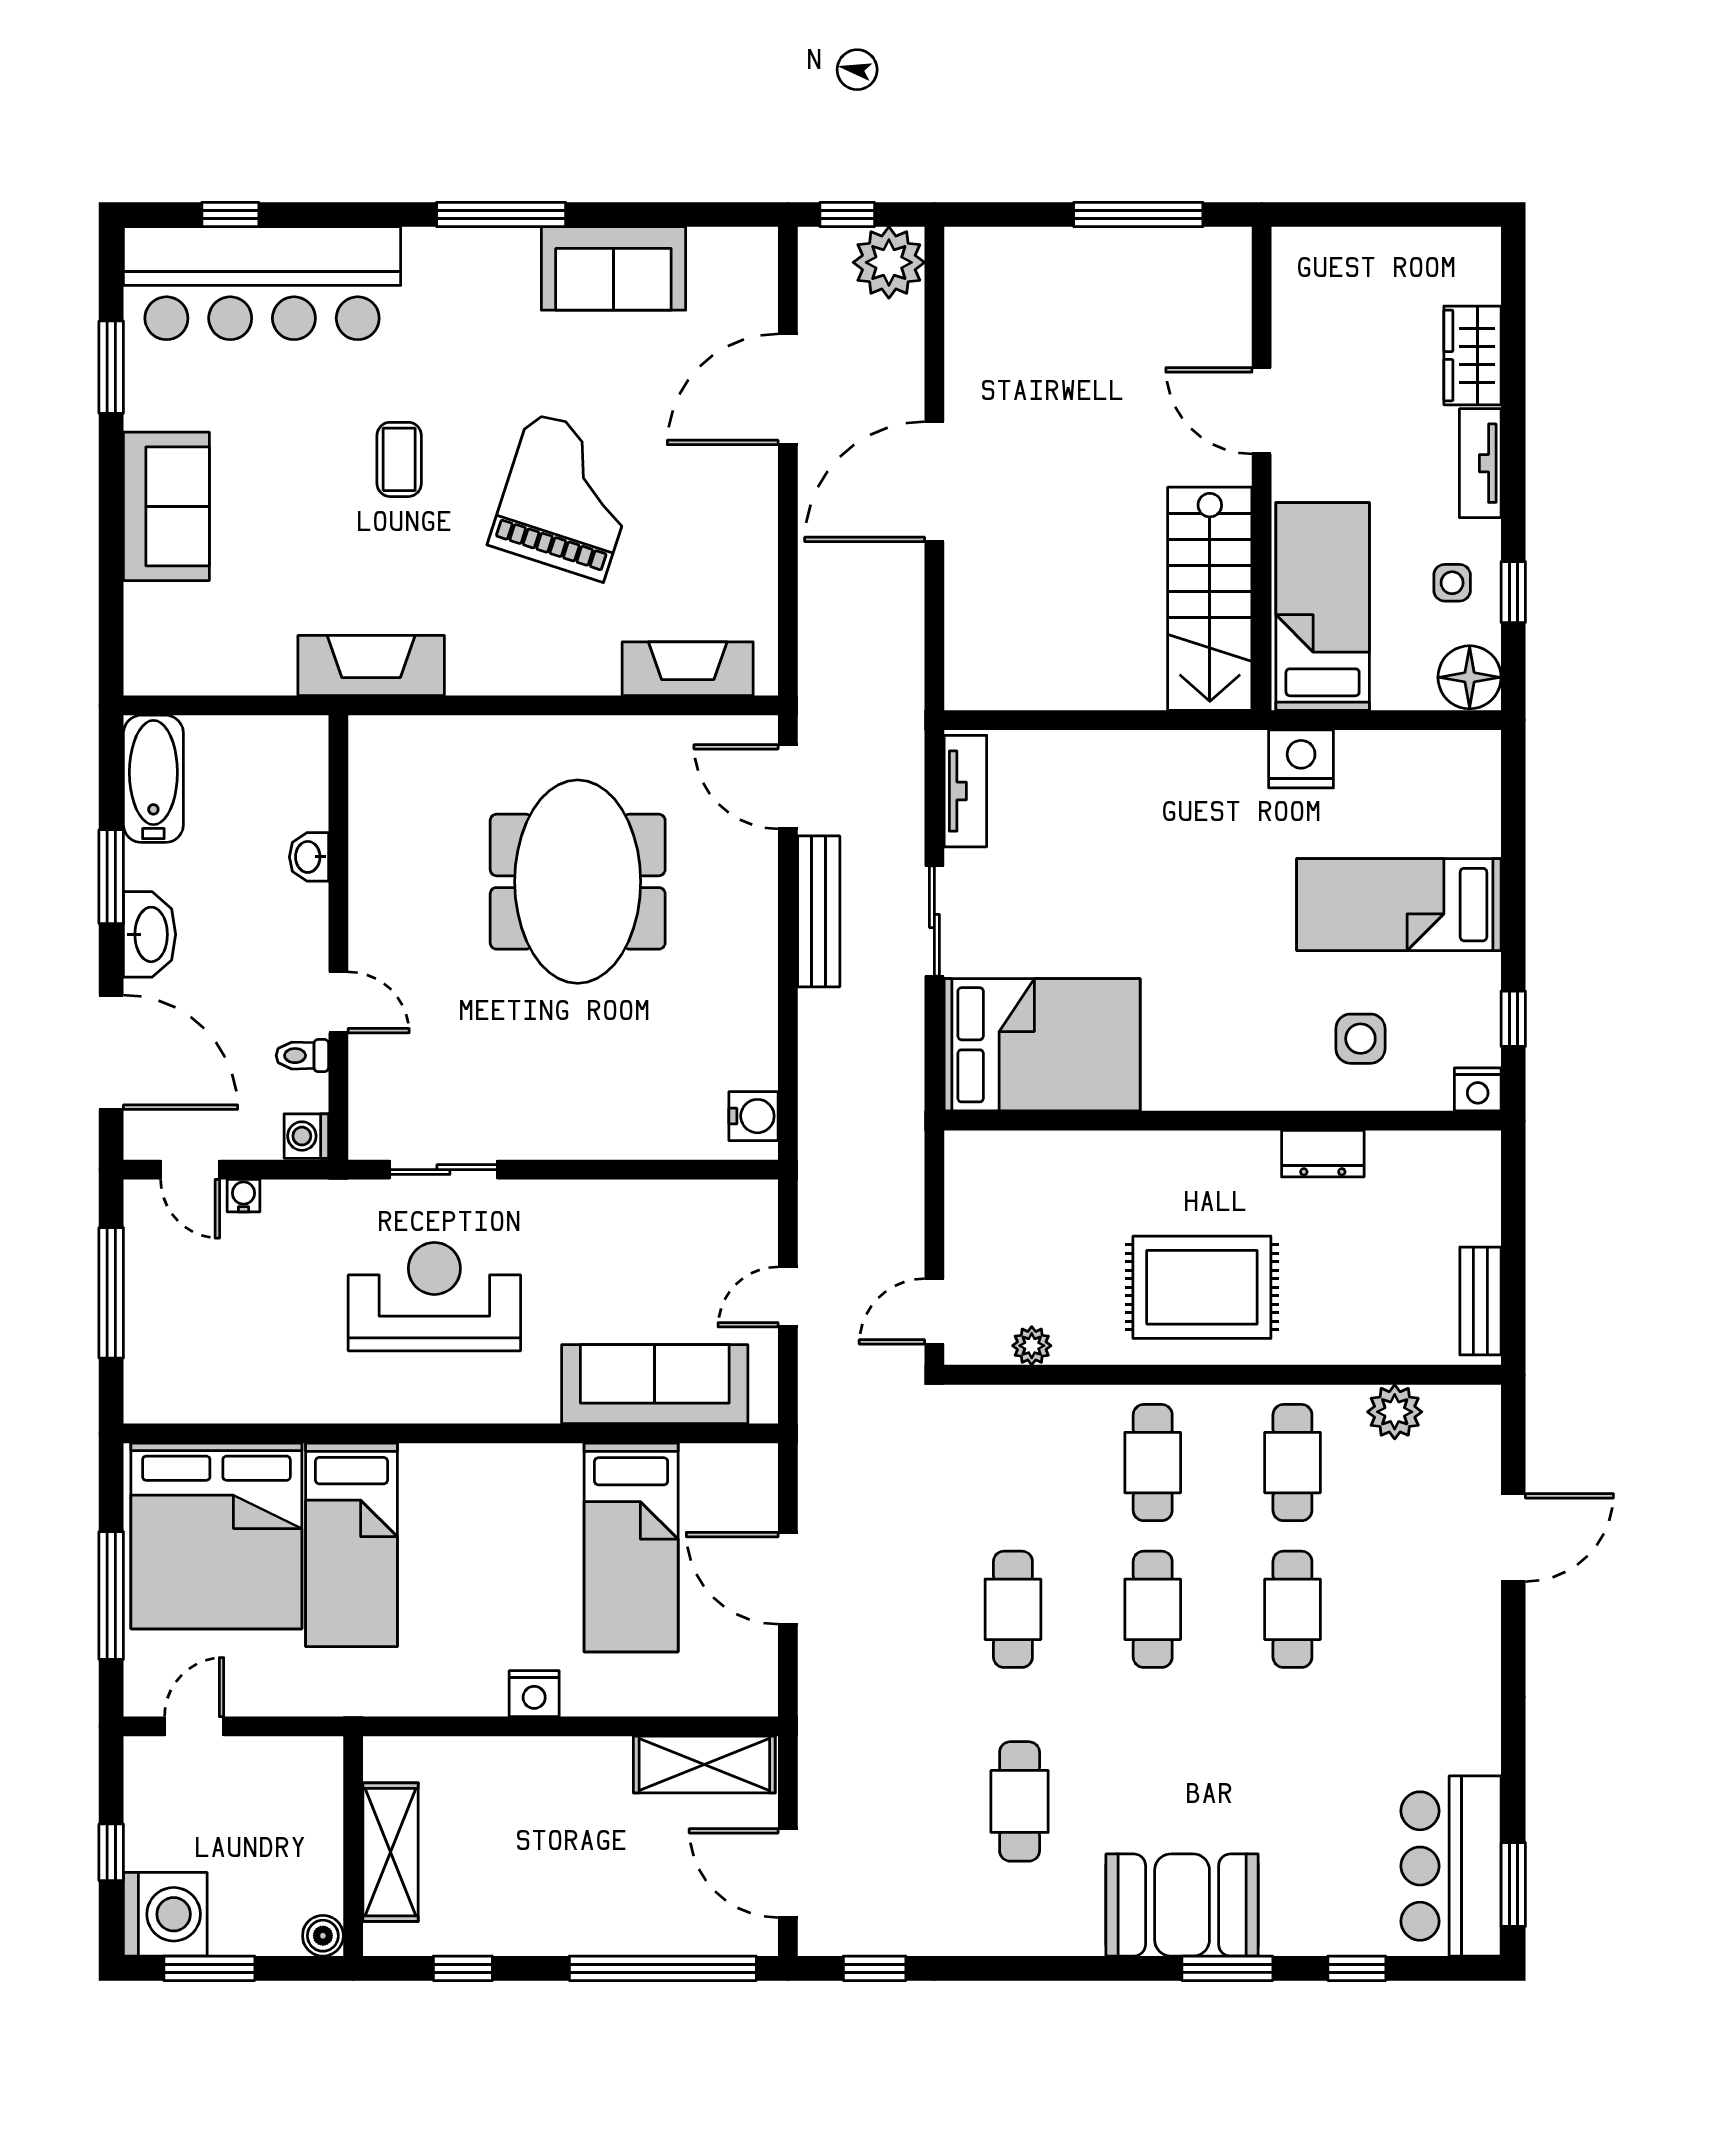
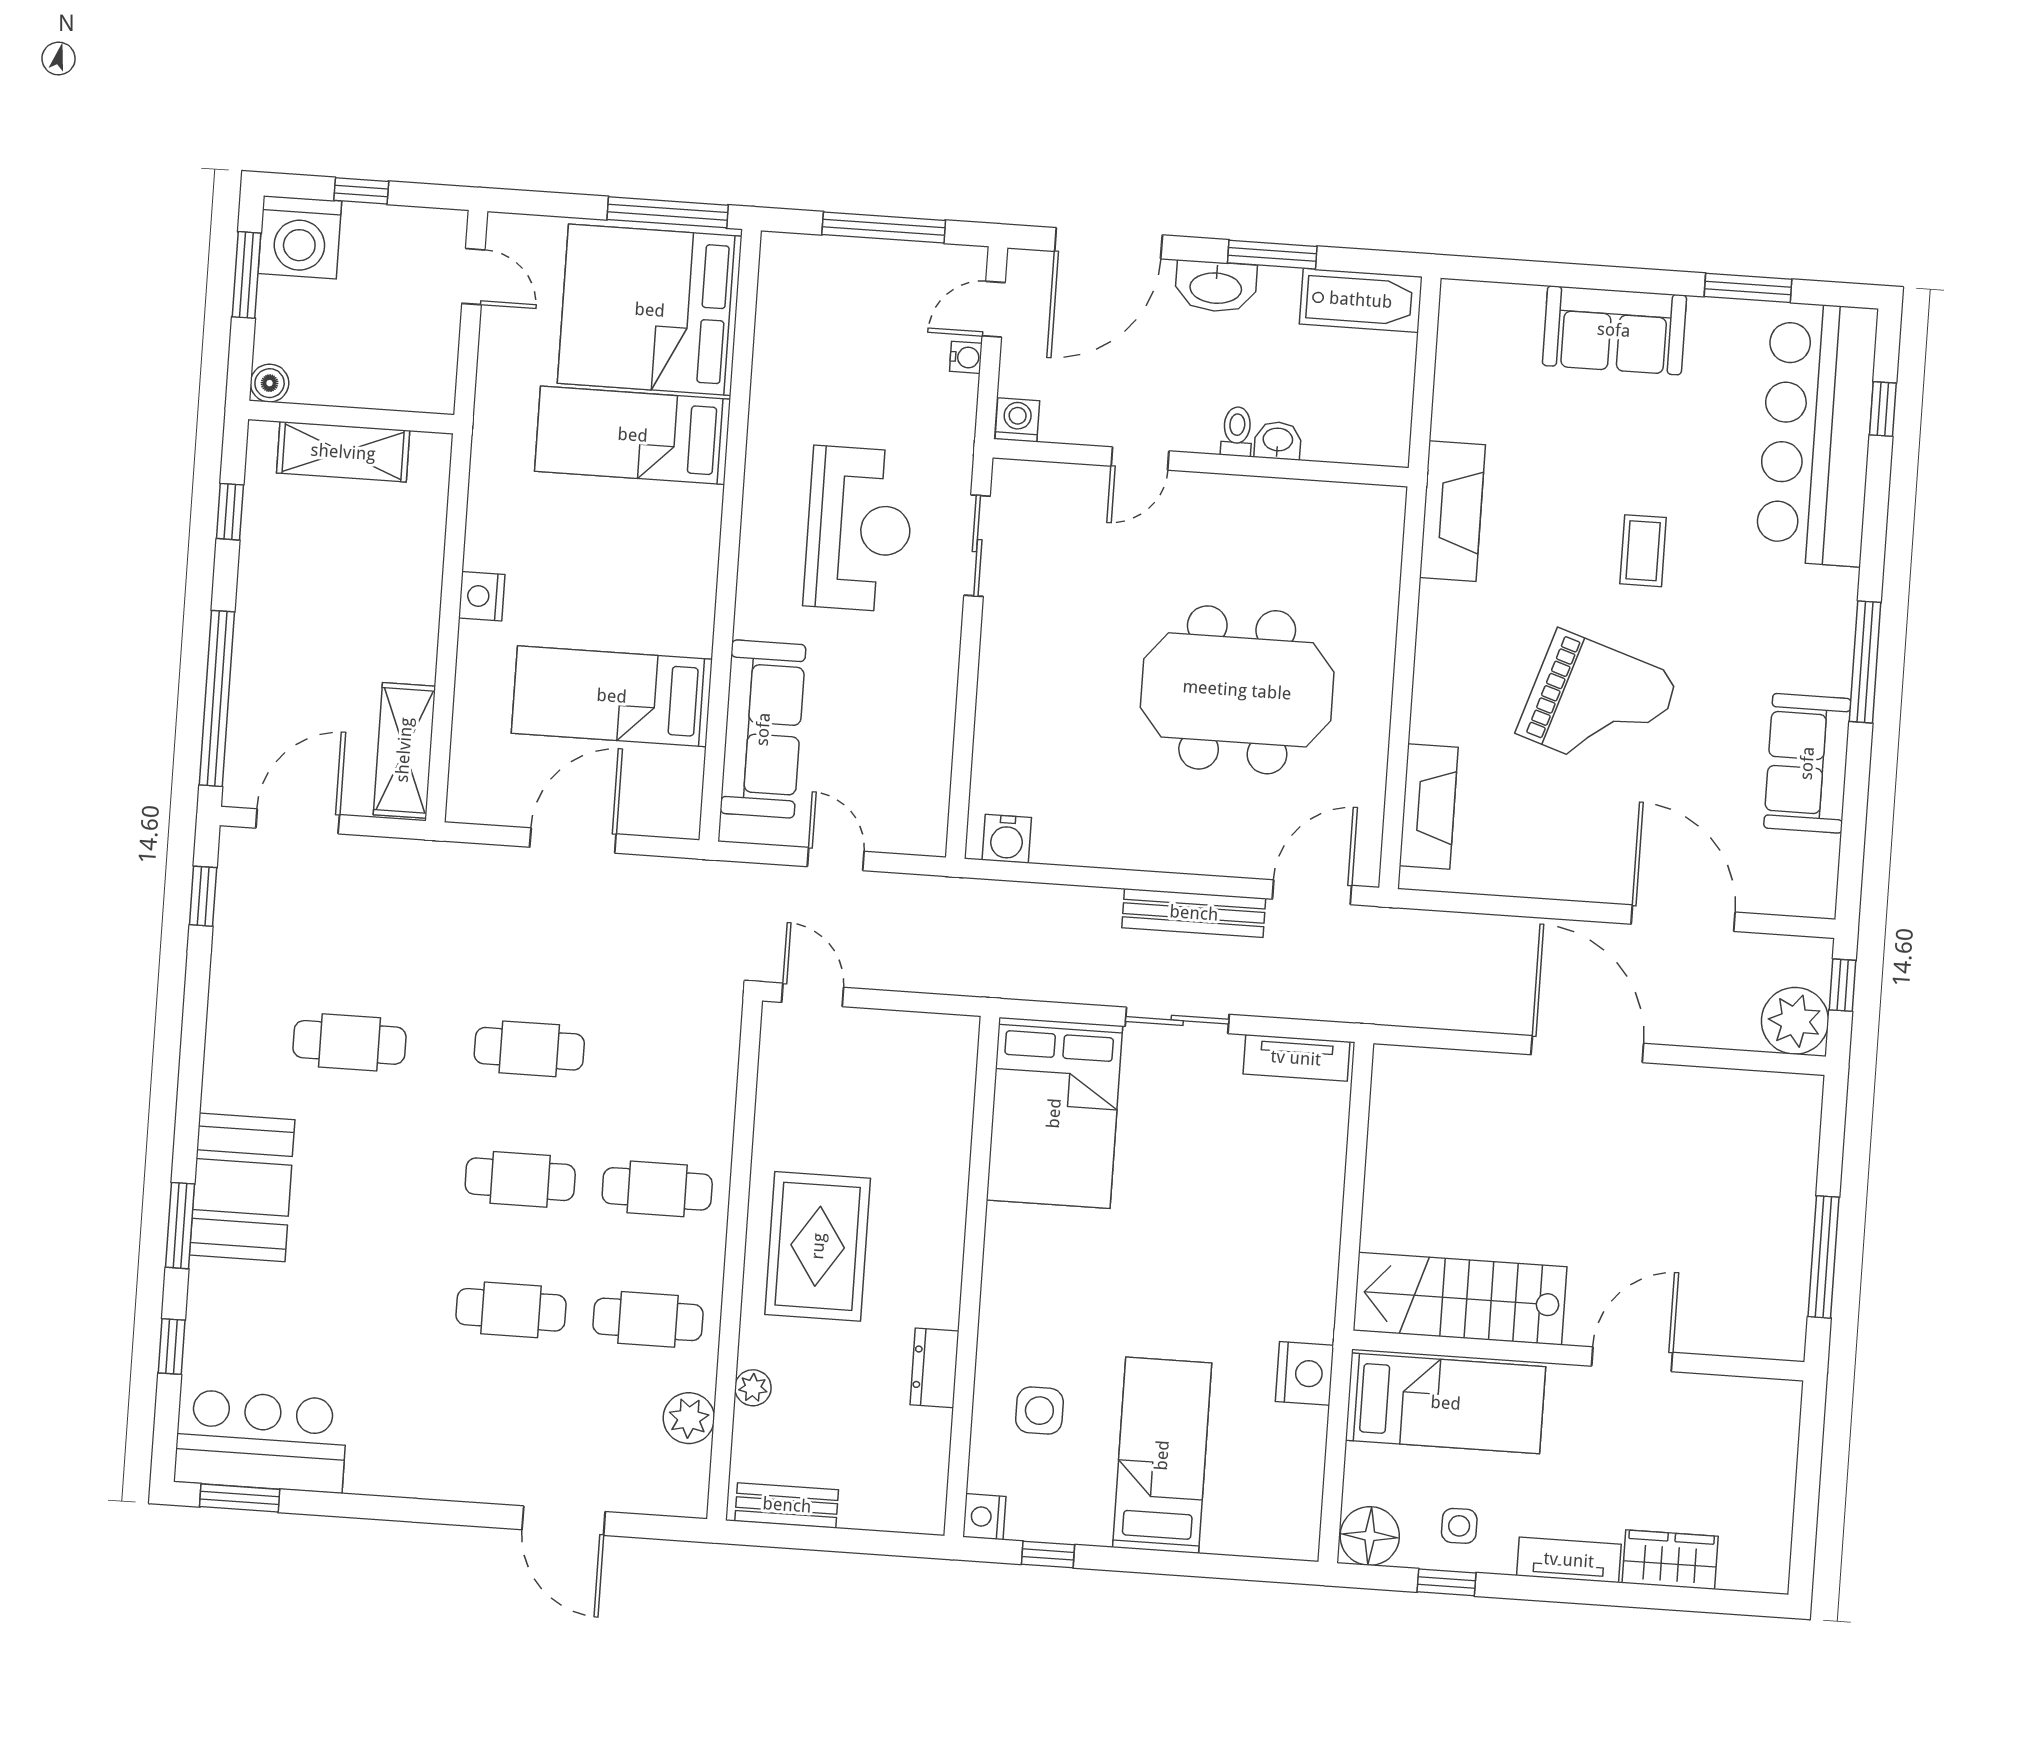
coffee table: (399, 459) -> (1643, 551), turned 90
toilet: (302, 1056) -> (1237, 431), moved
plant: (1032, 1346) -> (753, 1388), moved
window: (111, 1596) -> (668, 212), moved

